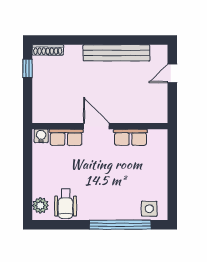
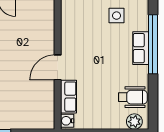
row of seats: (130, 137) -> (141, 48), moved, turned 180
side table: (149, 209) -> (117, 16), moved

